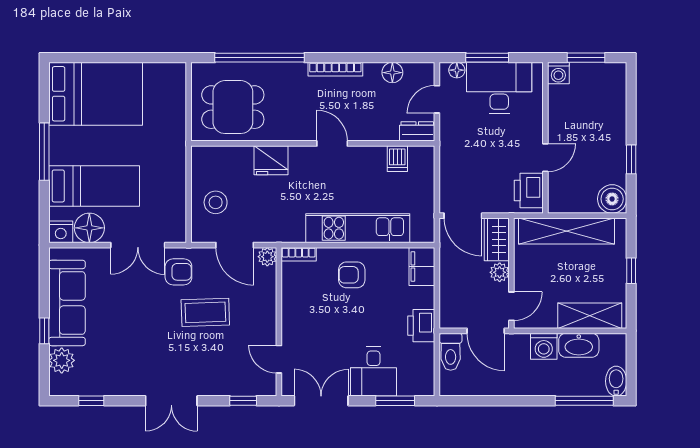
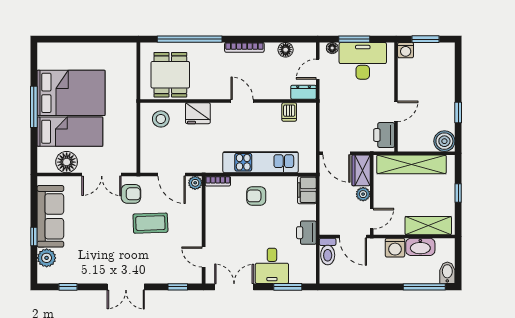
bed: (96, 94) -> (71, 93), moved
dining table: (233, 107) -> (170, 75), turned 90
stool: (216, 202) -> (161, 119), moved
nightstand: (61, 232) -> (46, 165), removed

